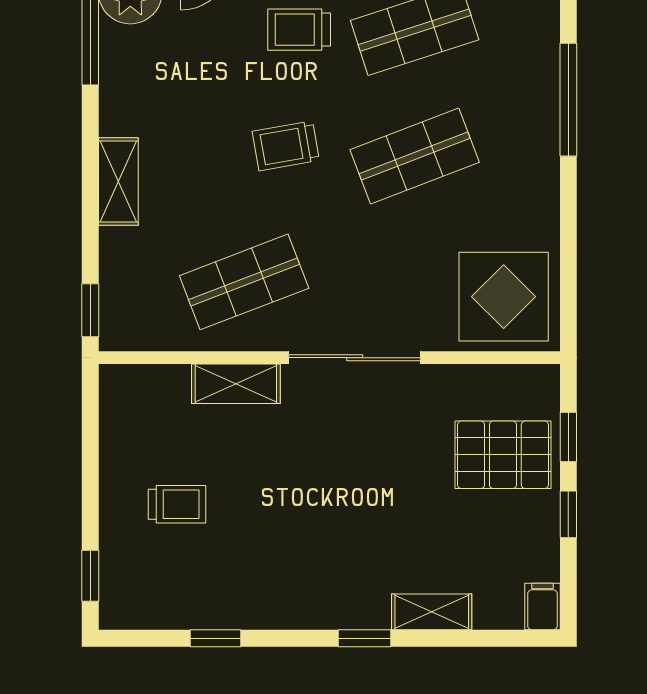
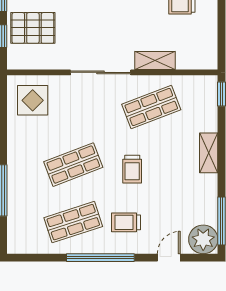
trolley: (299, 30) -> (126, 222), turned 180
trolley: (286, 146) -> (132, 169), turned 100
display table: (504, 297) -> (33, 100), width x0.73, depth x0.73

